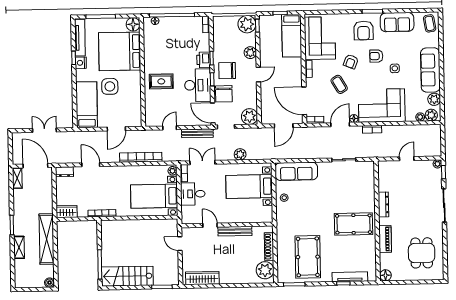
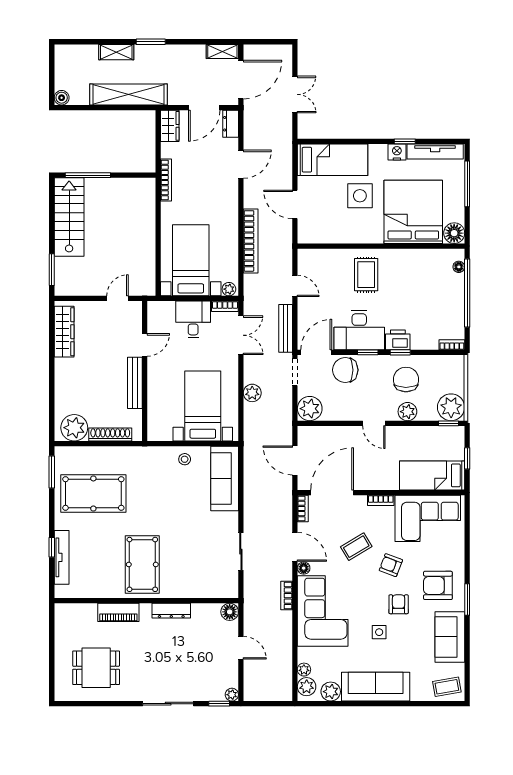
chair: (227, 71) -> (406, 380), moved
door: (54, 189) -> (204, 108), added
floor lamp: (385, 275) -> (230, 612), moved

